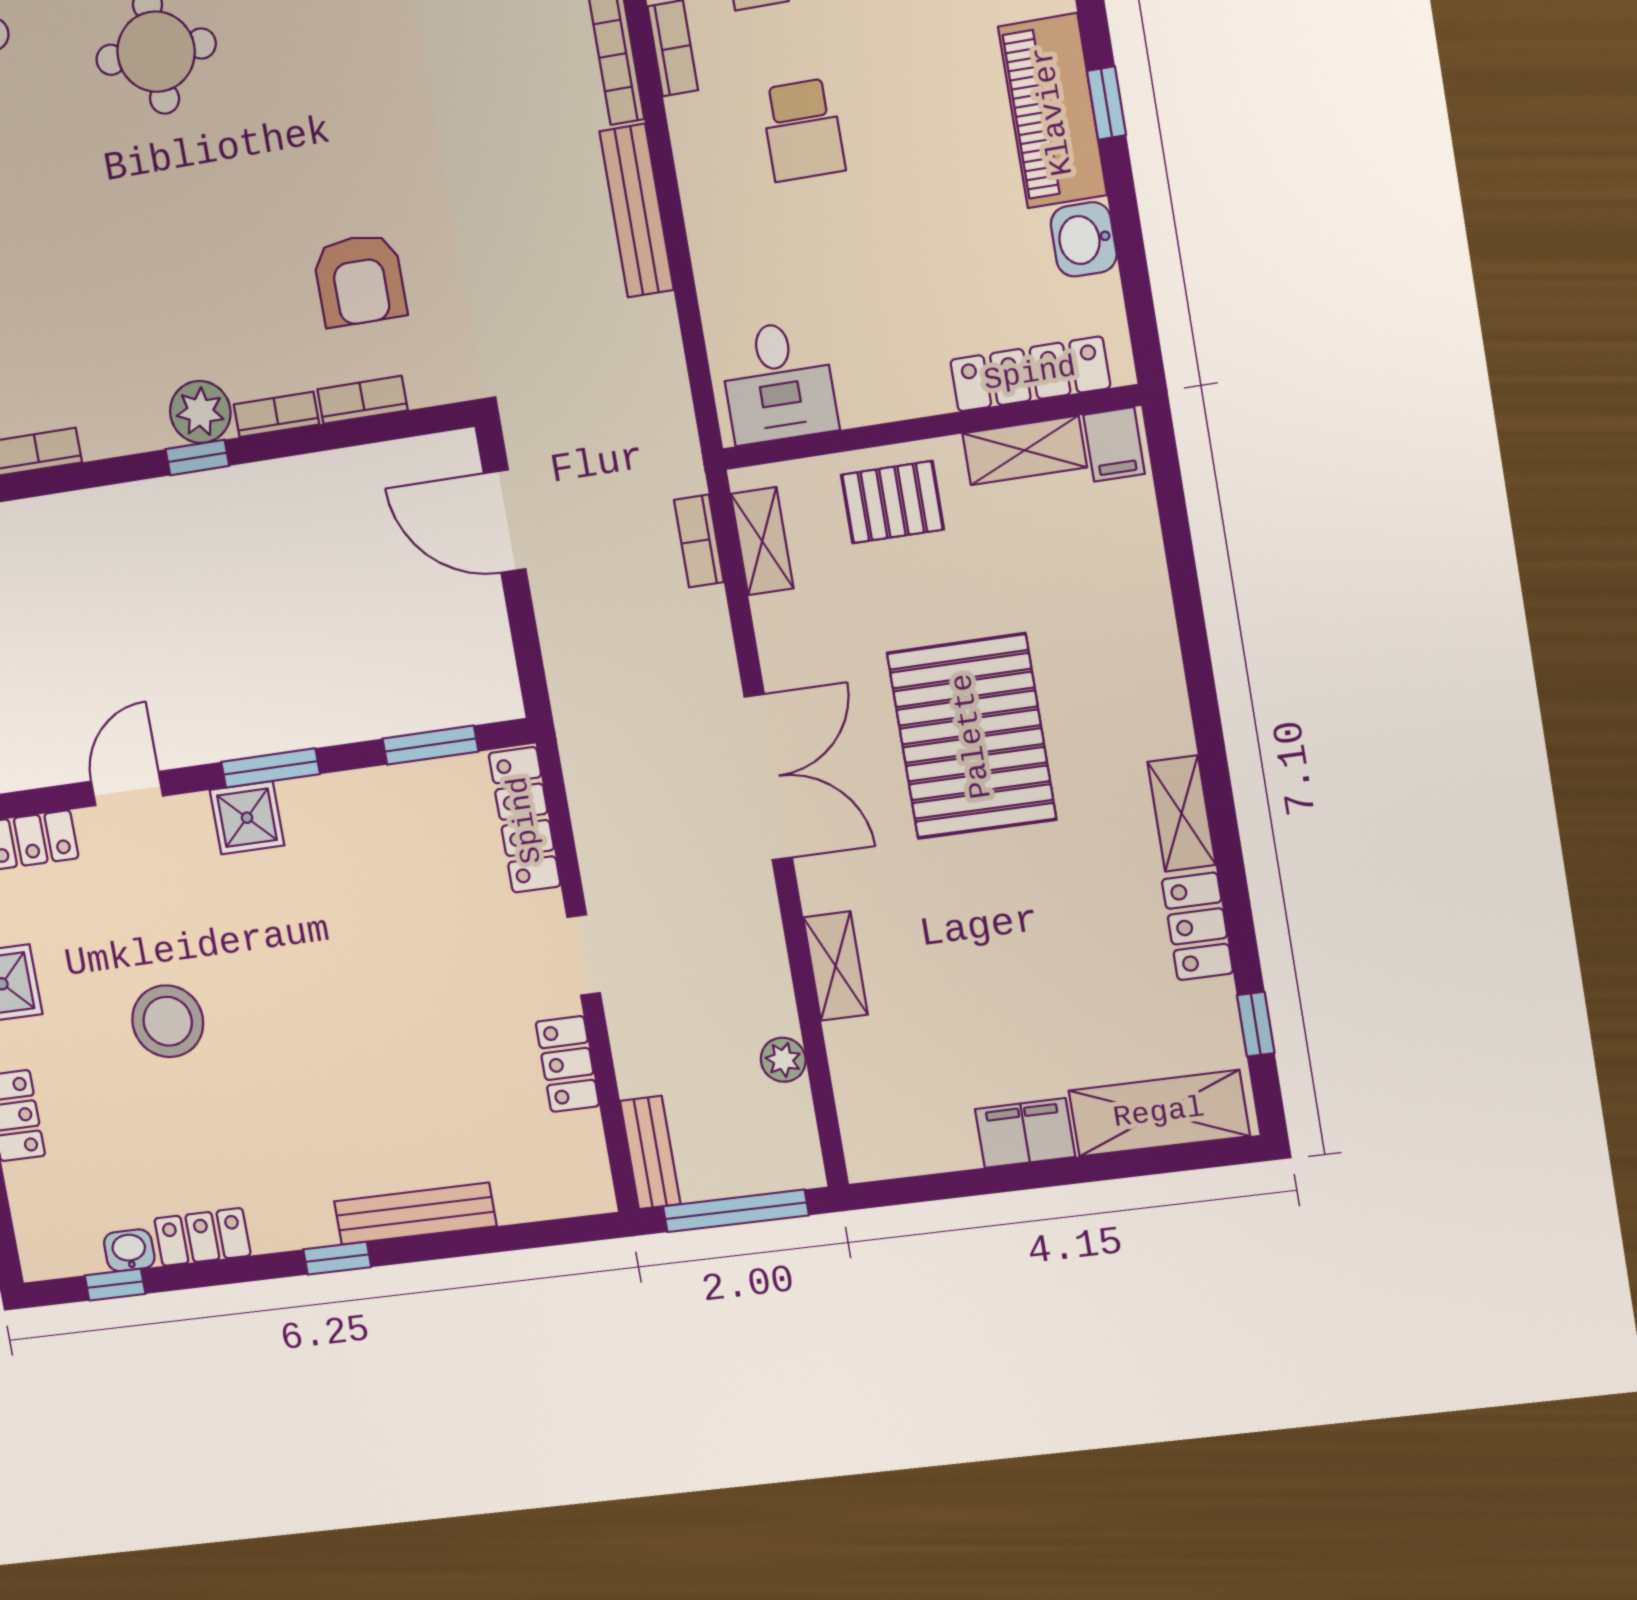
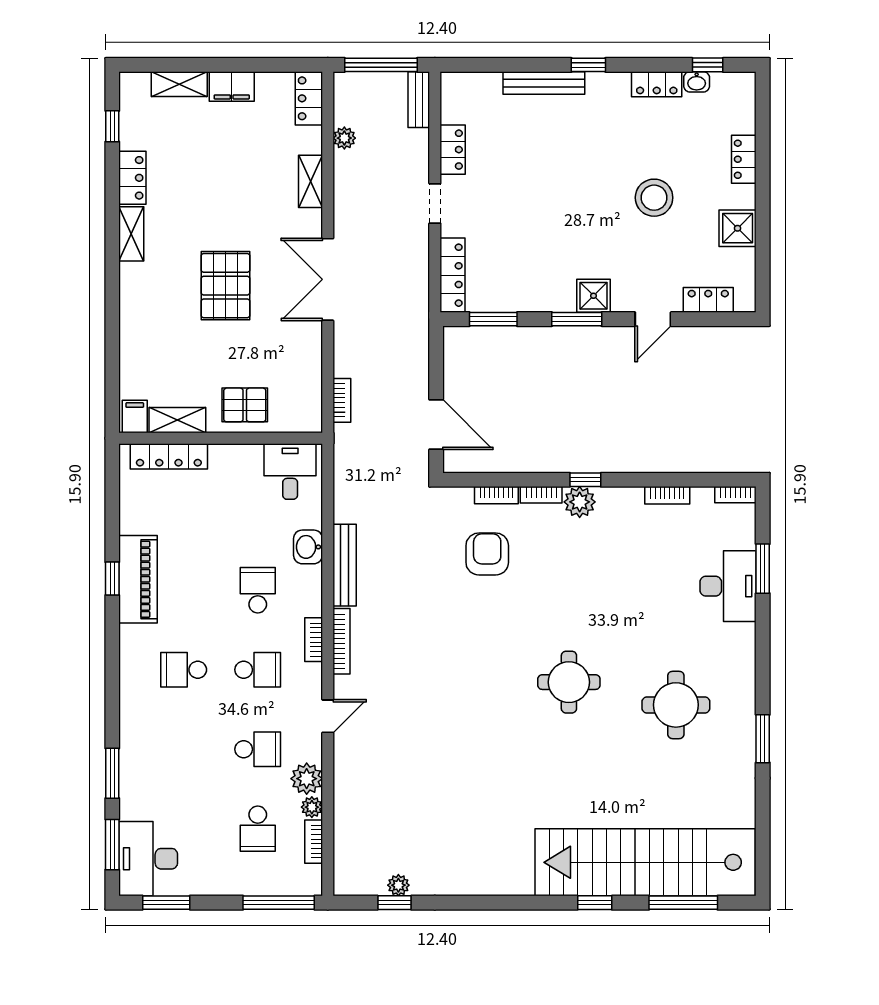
washbasin: (1084, 239) -> (308, 547), moved, turned 180
shelving: (762, 541) -> (311, 396), removed
pallet: (972, 736) -> (225, 286), width x0.73, depth x0.71
shelving: (1159, 1113) -> (179, 84), width x0.67, depth x0.75
locker: (867, 1128) -> (309, 98), added

